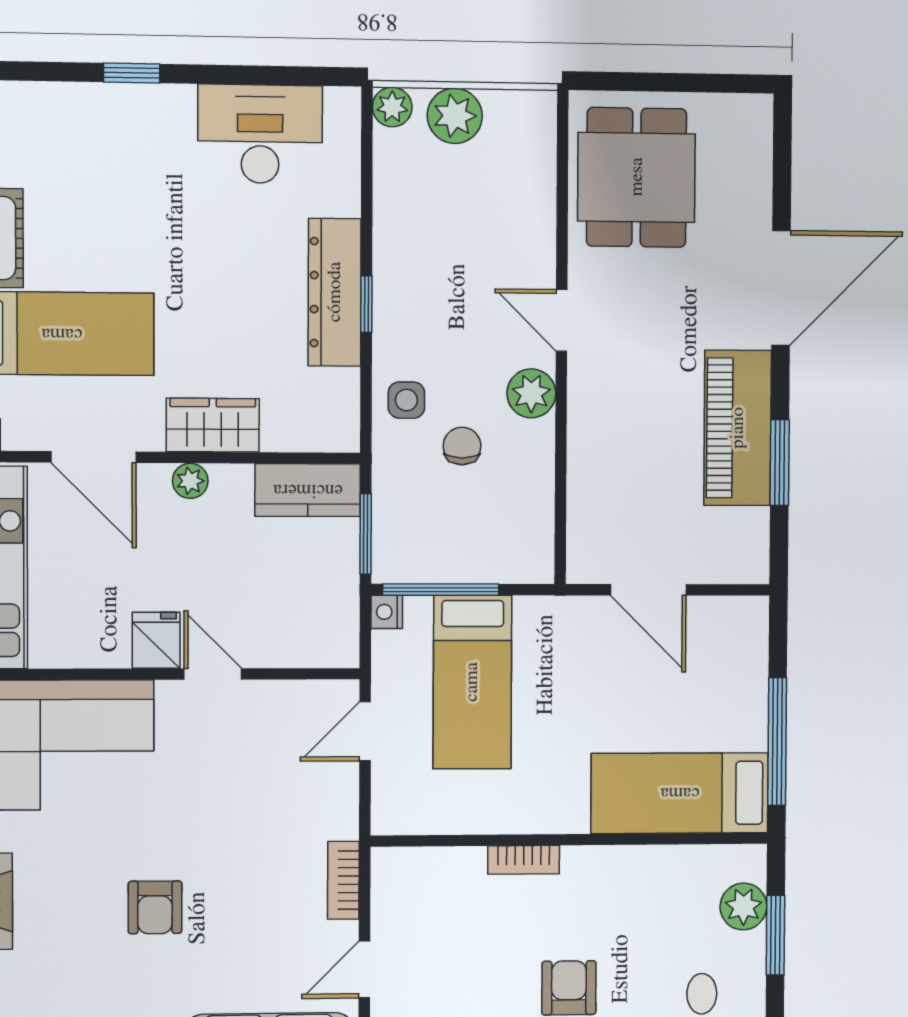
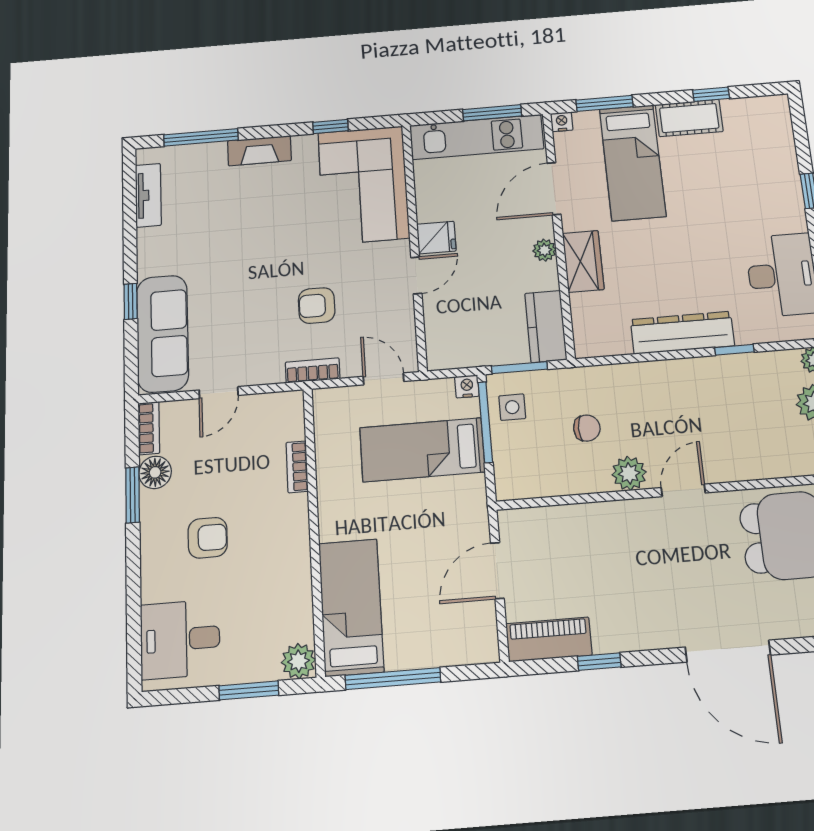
window: (366, 304) -> (734, 350), moved
side table: (406, 400) -> (512, 407), moved
piano: (738, 428) -> (549, 639), moved, width x0.73, depth x0.75
window: (780, 463) -> (599, 662), width x0.67
bookcase: (524, 860) -> (297, 467), moved
bookcase: (343, 880) -> (313, 370), moved
plant: (743, 906) -> (299, 661), moved
armchair: (155, 907) -> (317, 306), moved
door: (364, 969) -> (219, 393), swing flipped

